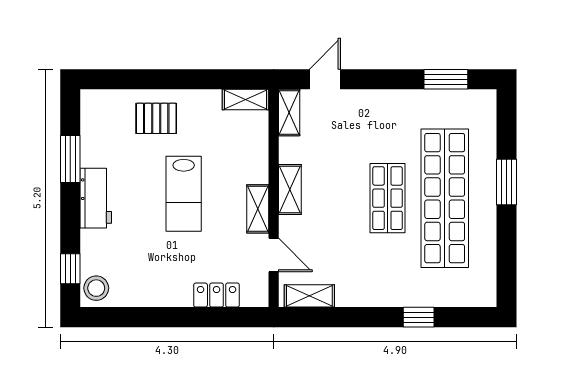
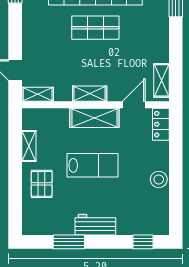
shelving: (246, 99) -> (29, 146), moved
shelving: (258, 209) -> (94, 118), width x1.50, depth x1.33
stool: (96, 288) -> (159, 179), moved
locker: (217, 295) -> (161, 124), moved

